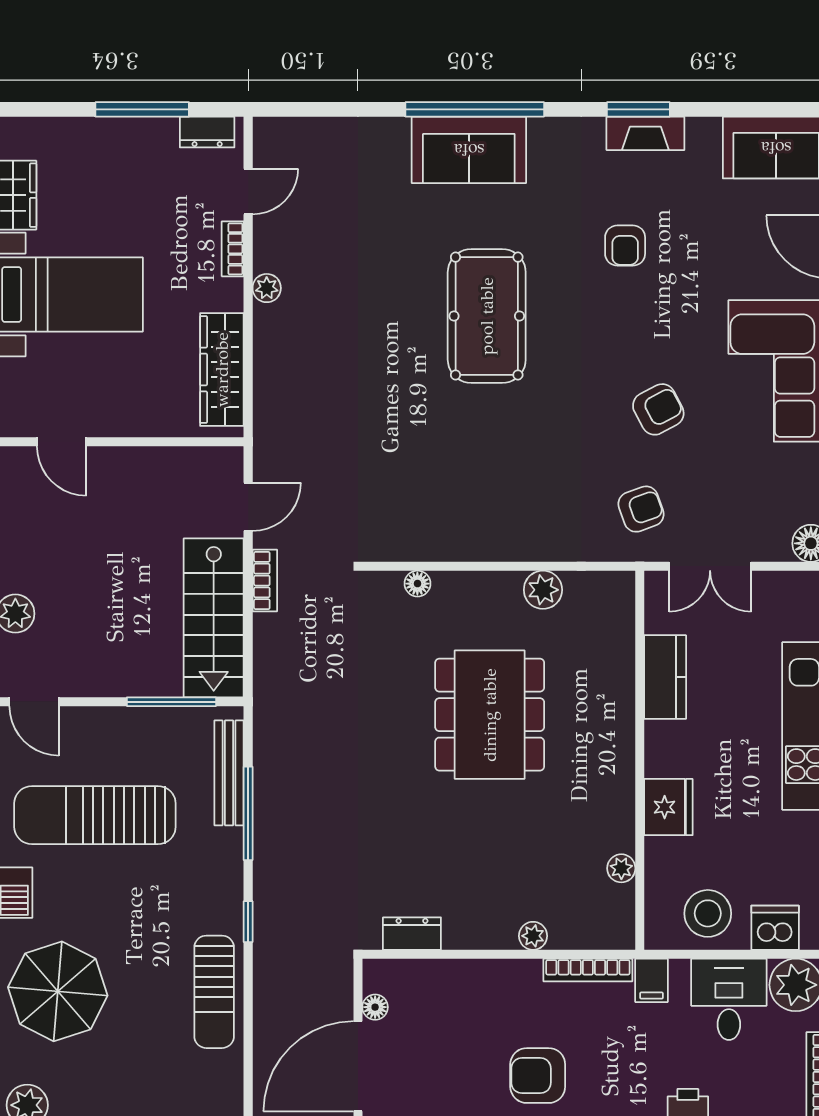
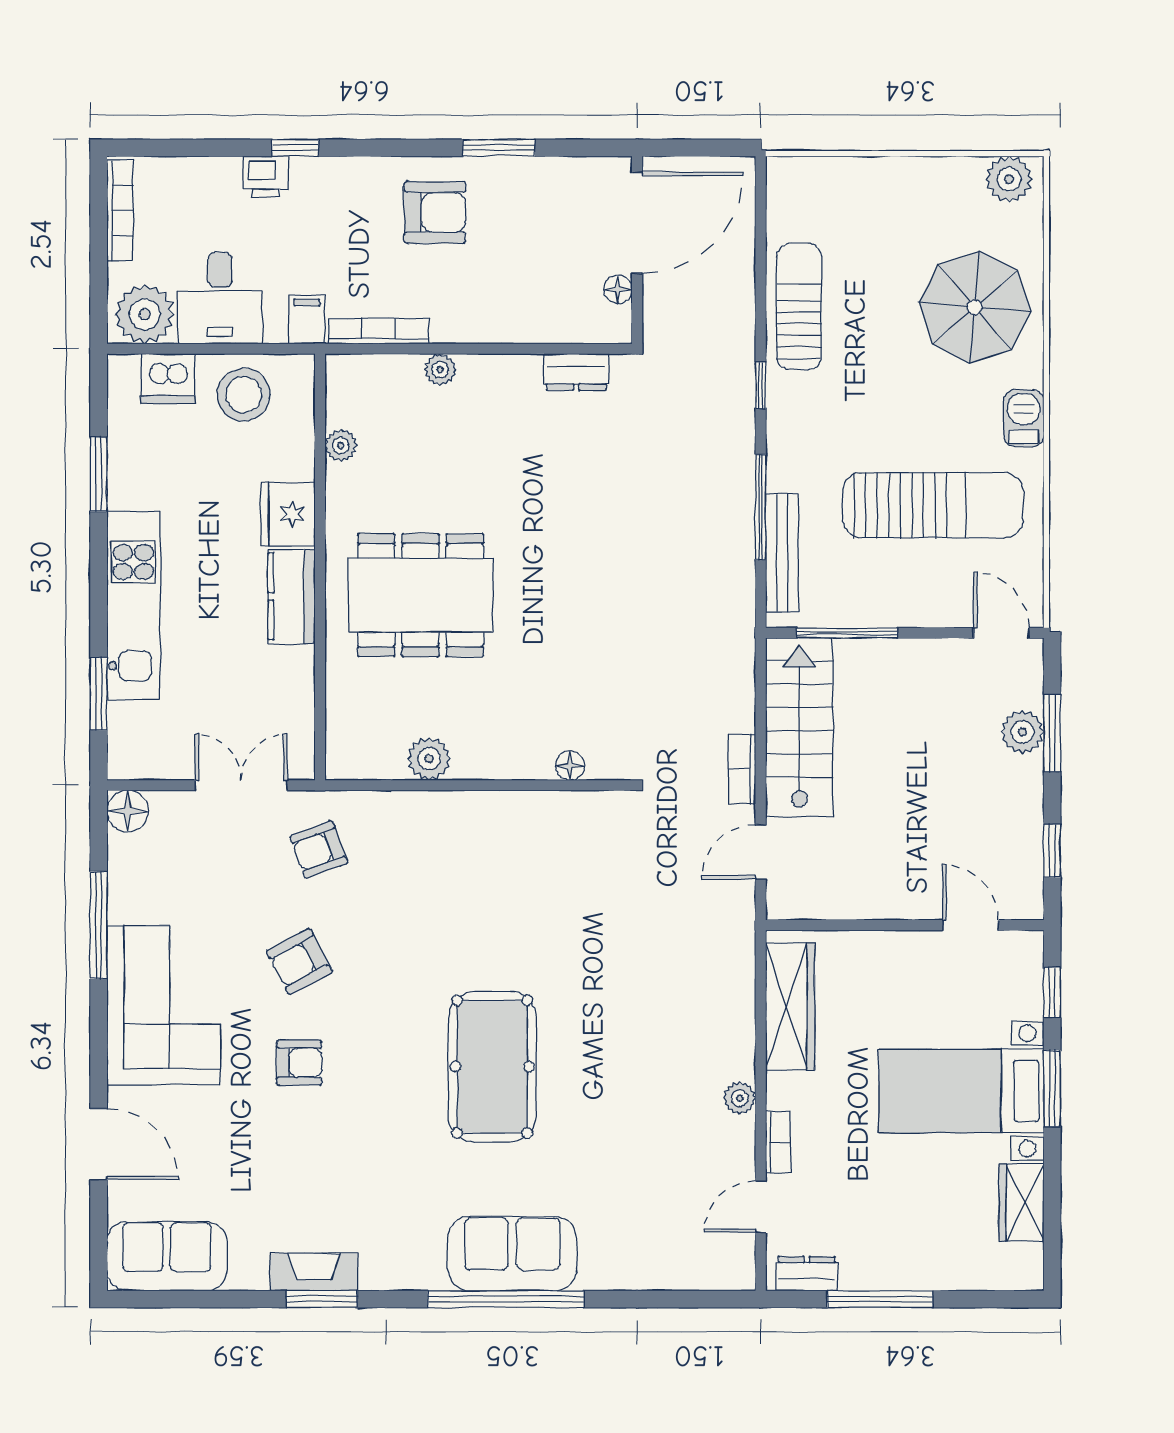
armchair: (625, 246) -> (299, 1063), moved, turned 90
kitchen counter: (665, 677) -> (292, 596), moved
dining table: (490, 715) -> (421, 595), moved, turned 90

